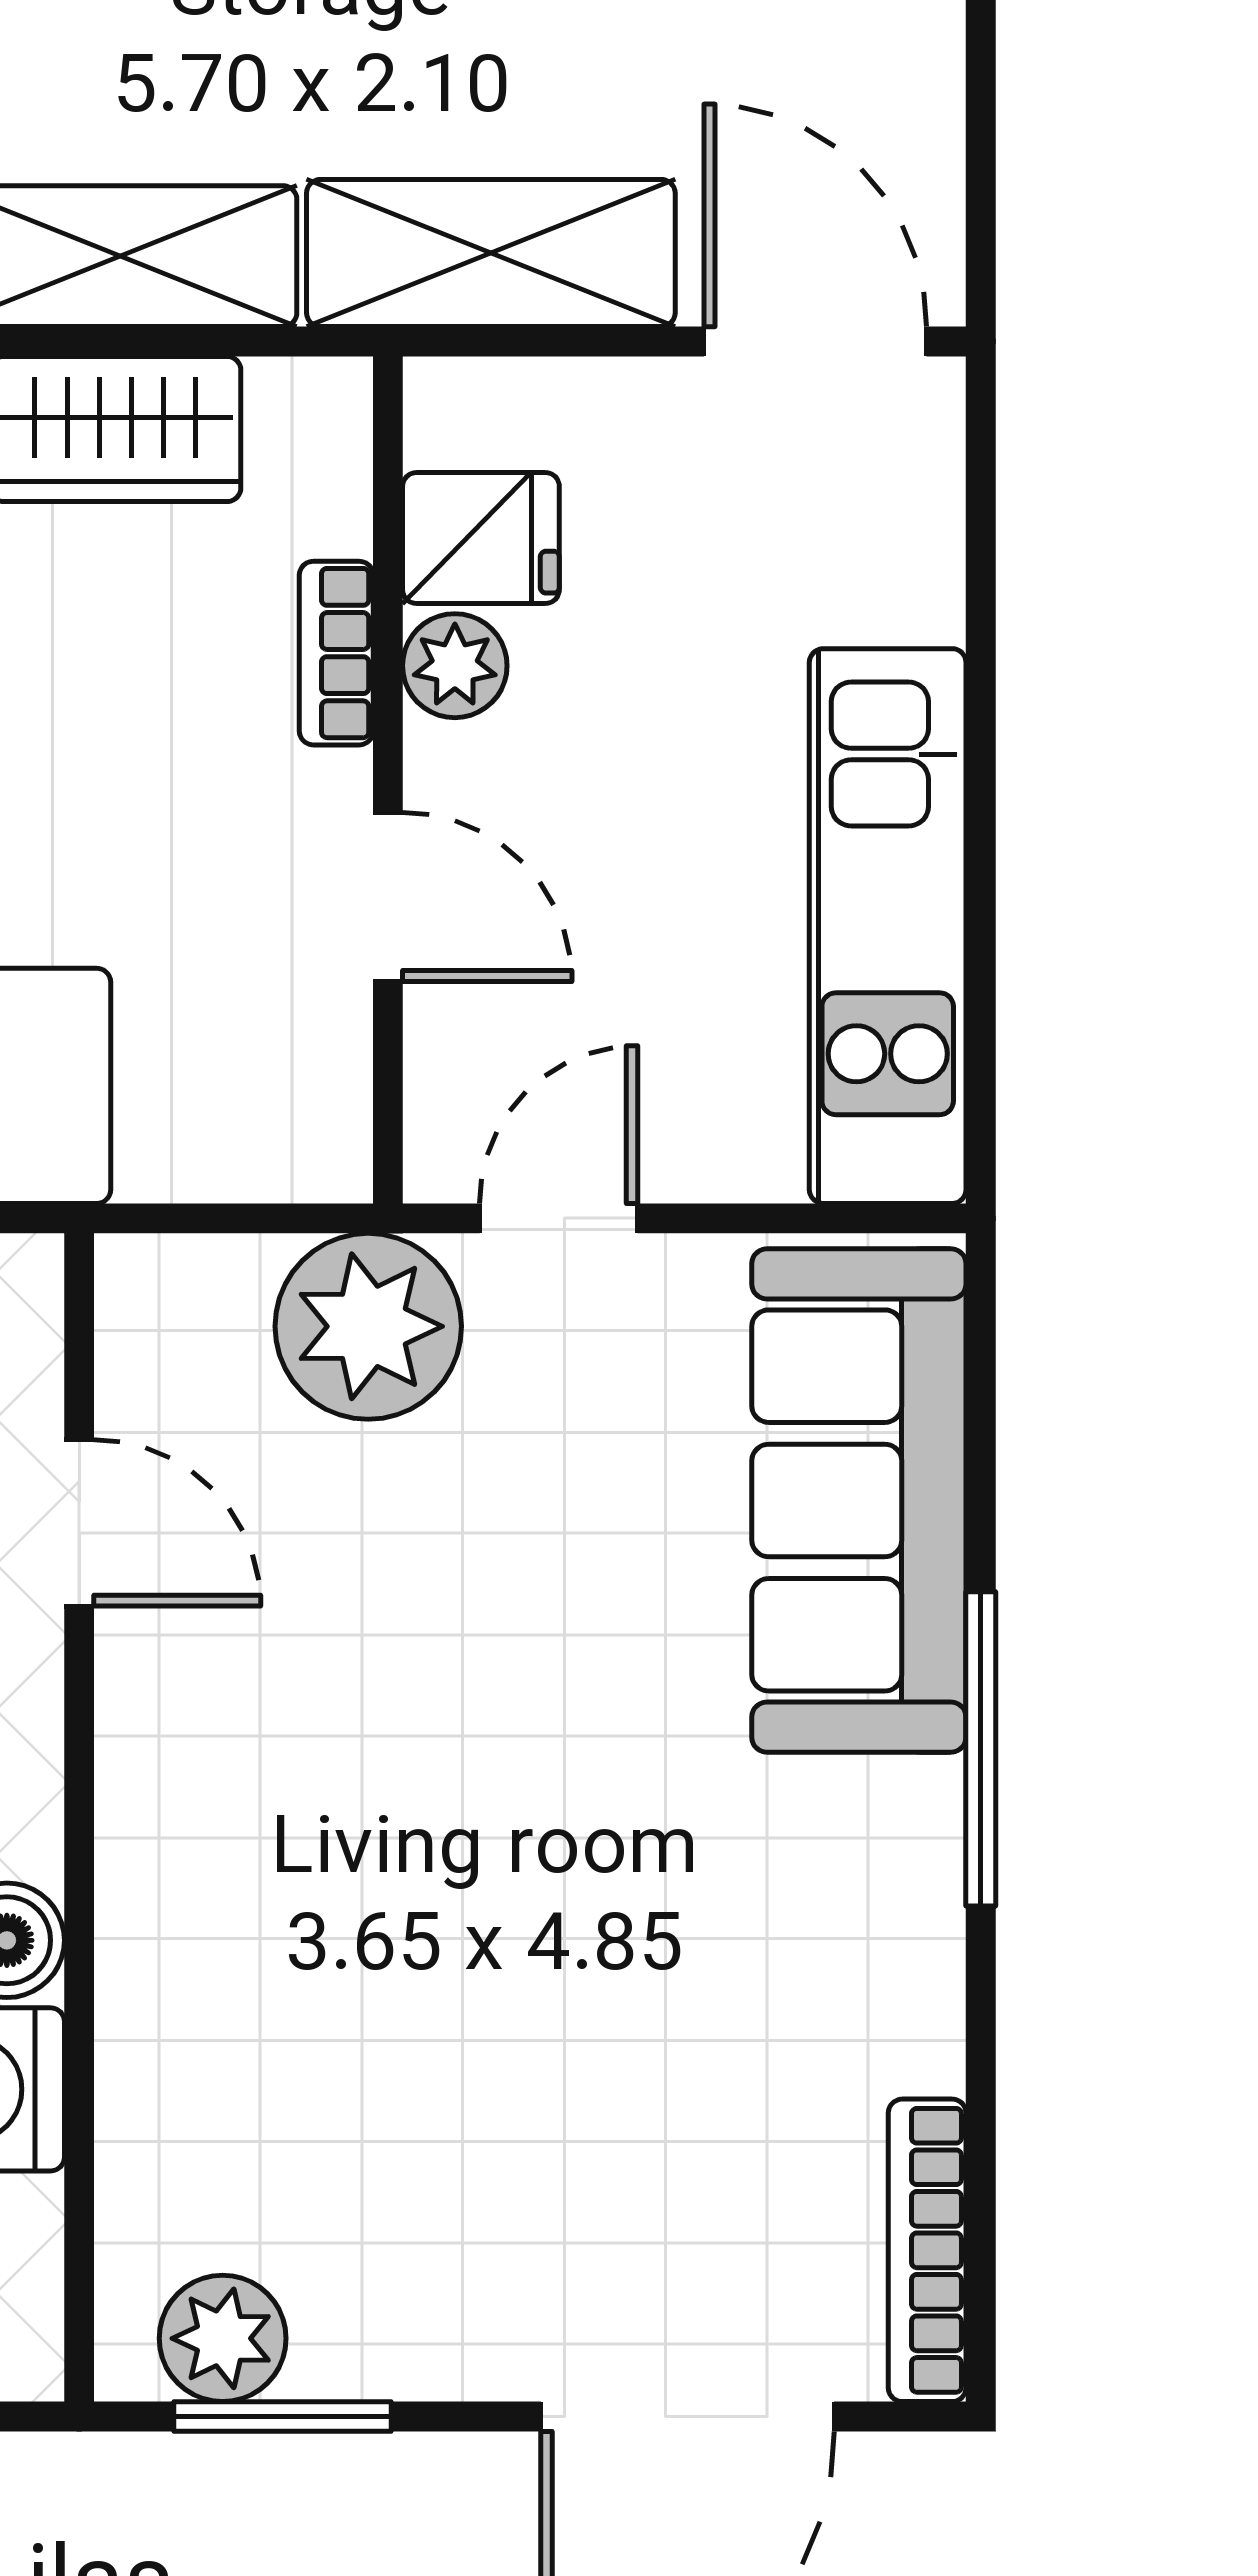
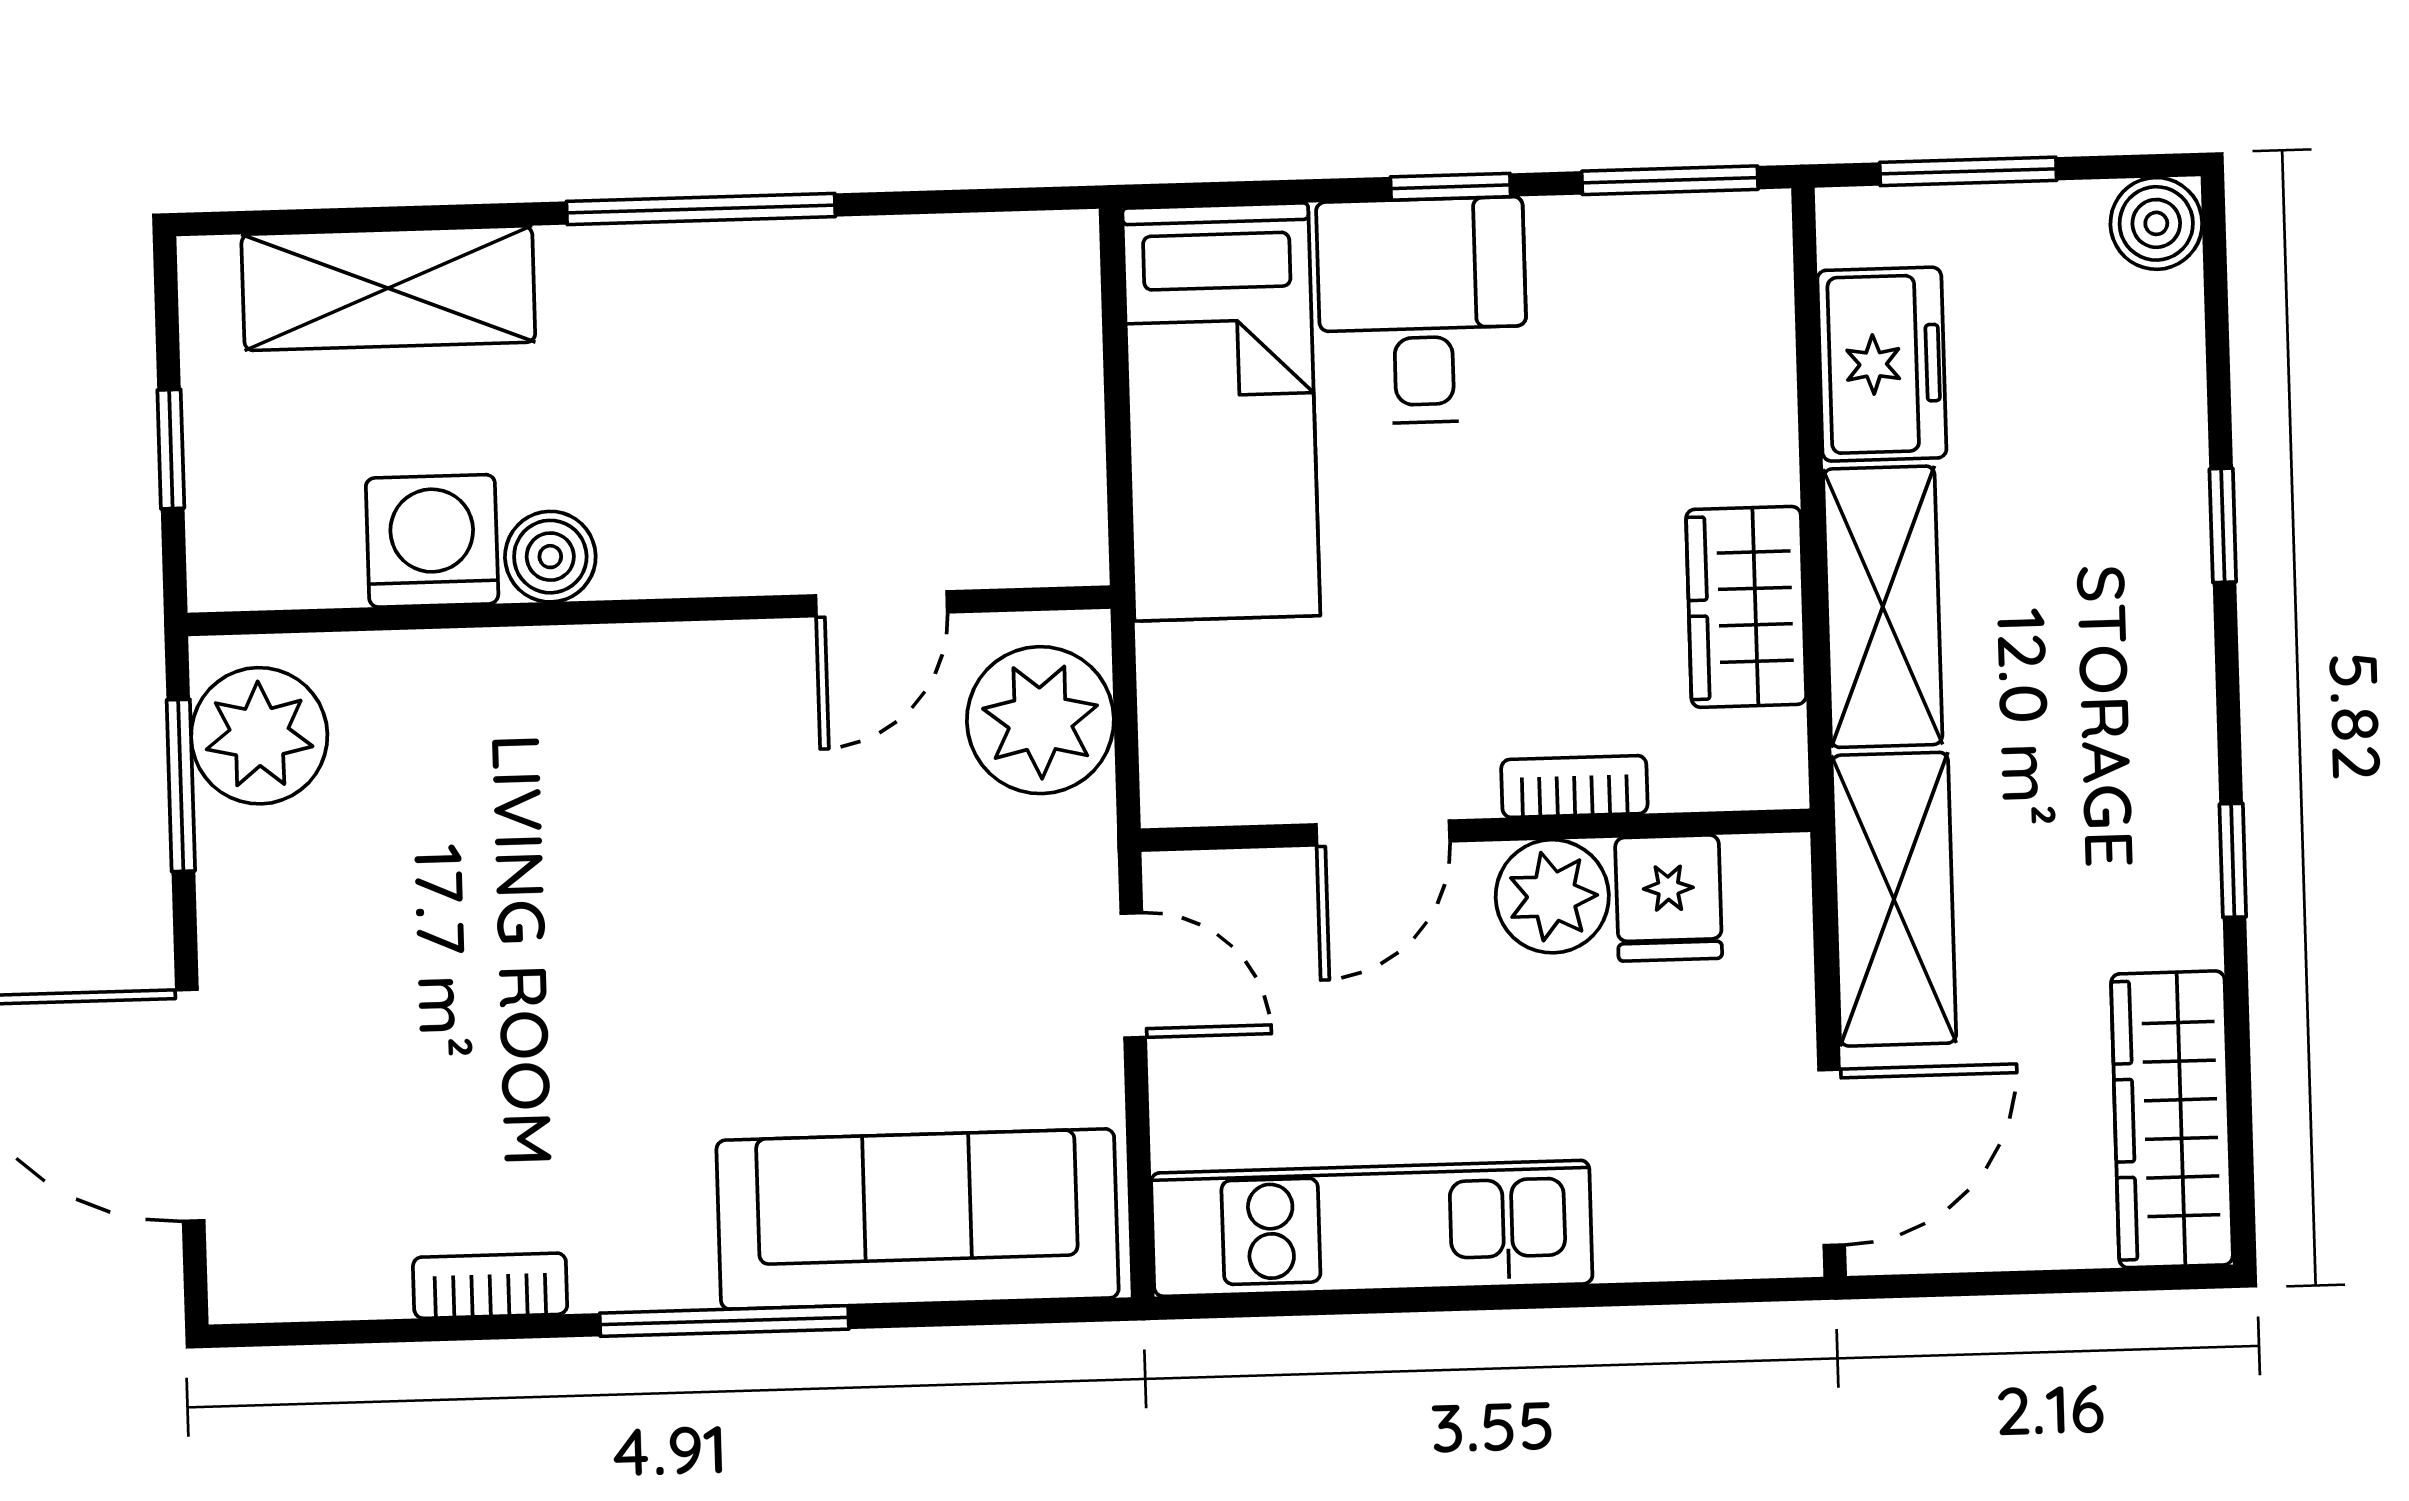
plant: (455, 666) -> (1552, 896), width x1.38, depth x1.38
plant: (368, 1326) -> (1040, 720), moved
bookcase: (927, 2250) -> (490, 1286), moved, width x0.64
plant: (223, 2338) -> (259, 736), width x1.36, depth x1.36

